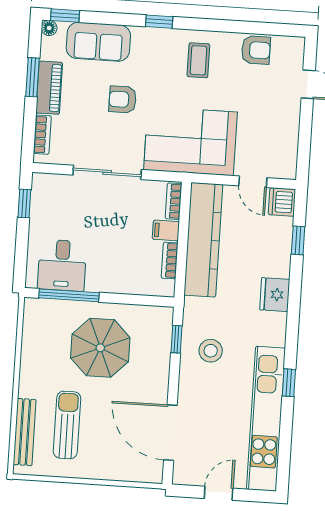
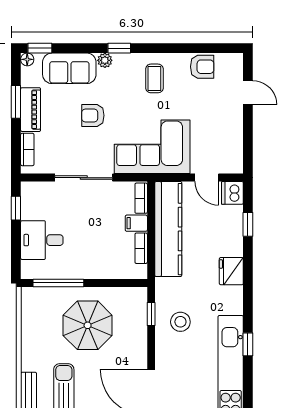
plant: (141, 35) -> (105, 60), added
desk: (62, 265) -> (42, 240), moved, turned 90

